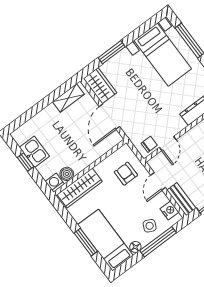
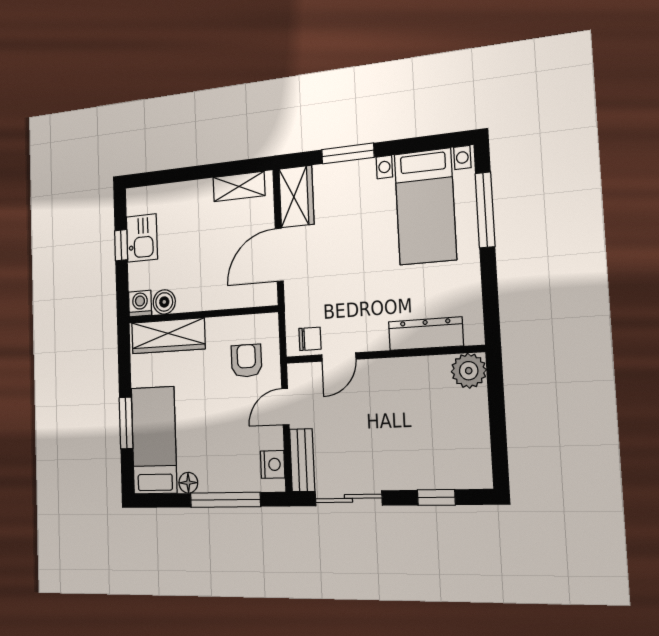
side table: (150, 226) -> (229, 466), removed

